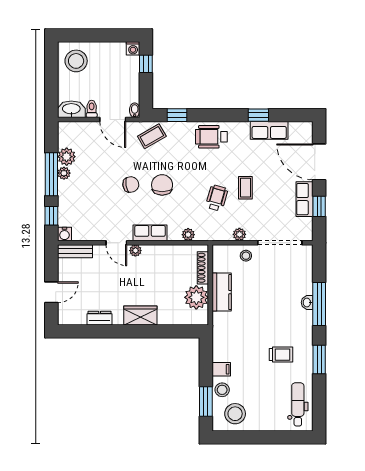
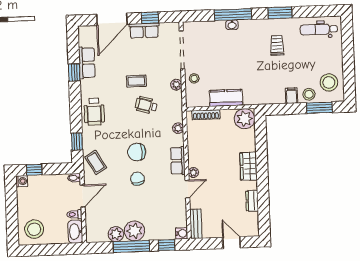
plant: (64, 173) -> (134, 231), width x1.87, depth x1.87
plant: (196, 297) -> (245, 119), moved

